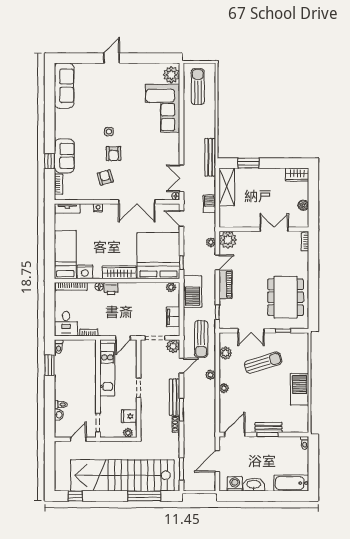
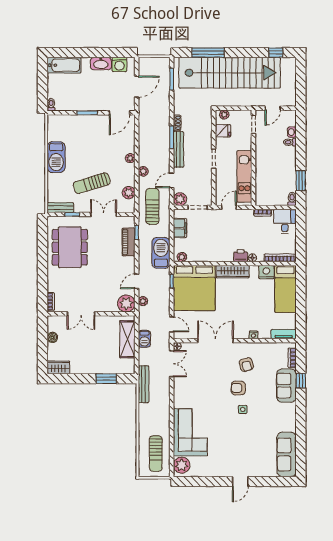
armchair: (114, 154) -> (238, 388), turned -90
shelving: (227, 187) -> (127, 339), moved
piano: (226, 284) -> (129, 242), moved
bench: (268, 428) -> (60, 208), moved

